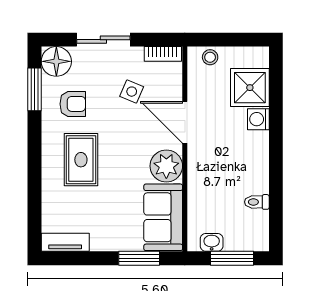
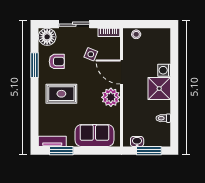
shower: (250, 88) -> (159, 89), moved
window: (34, 89) -> (35, 65), moved
rug: (81, 160) -> (61, 94), turned 90
sofa: (163, 217) -> (94, 136), moved, turned 90
window: (139, 258) -> (61, 151), moved

